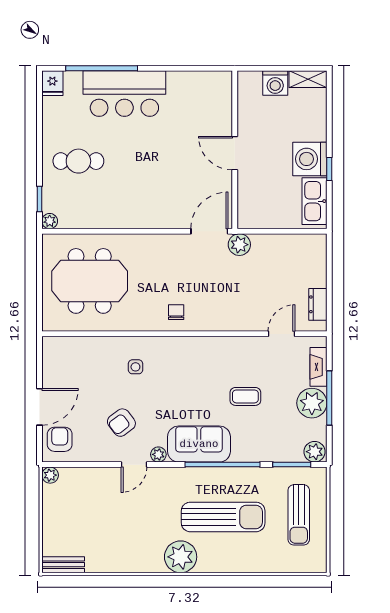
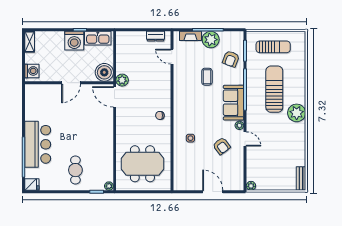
washing machine: (275, 83) -> (32, 71), moved
boiler: (253, 213) -> (104, 72), added
meeting table: (90, 281) -> (142, 164), turned 90
armchair: (60, 439) -> (231, 59), moved, turned -70
plant: (315, 452) -> (238, 38), removed

